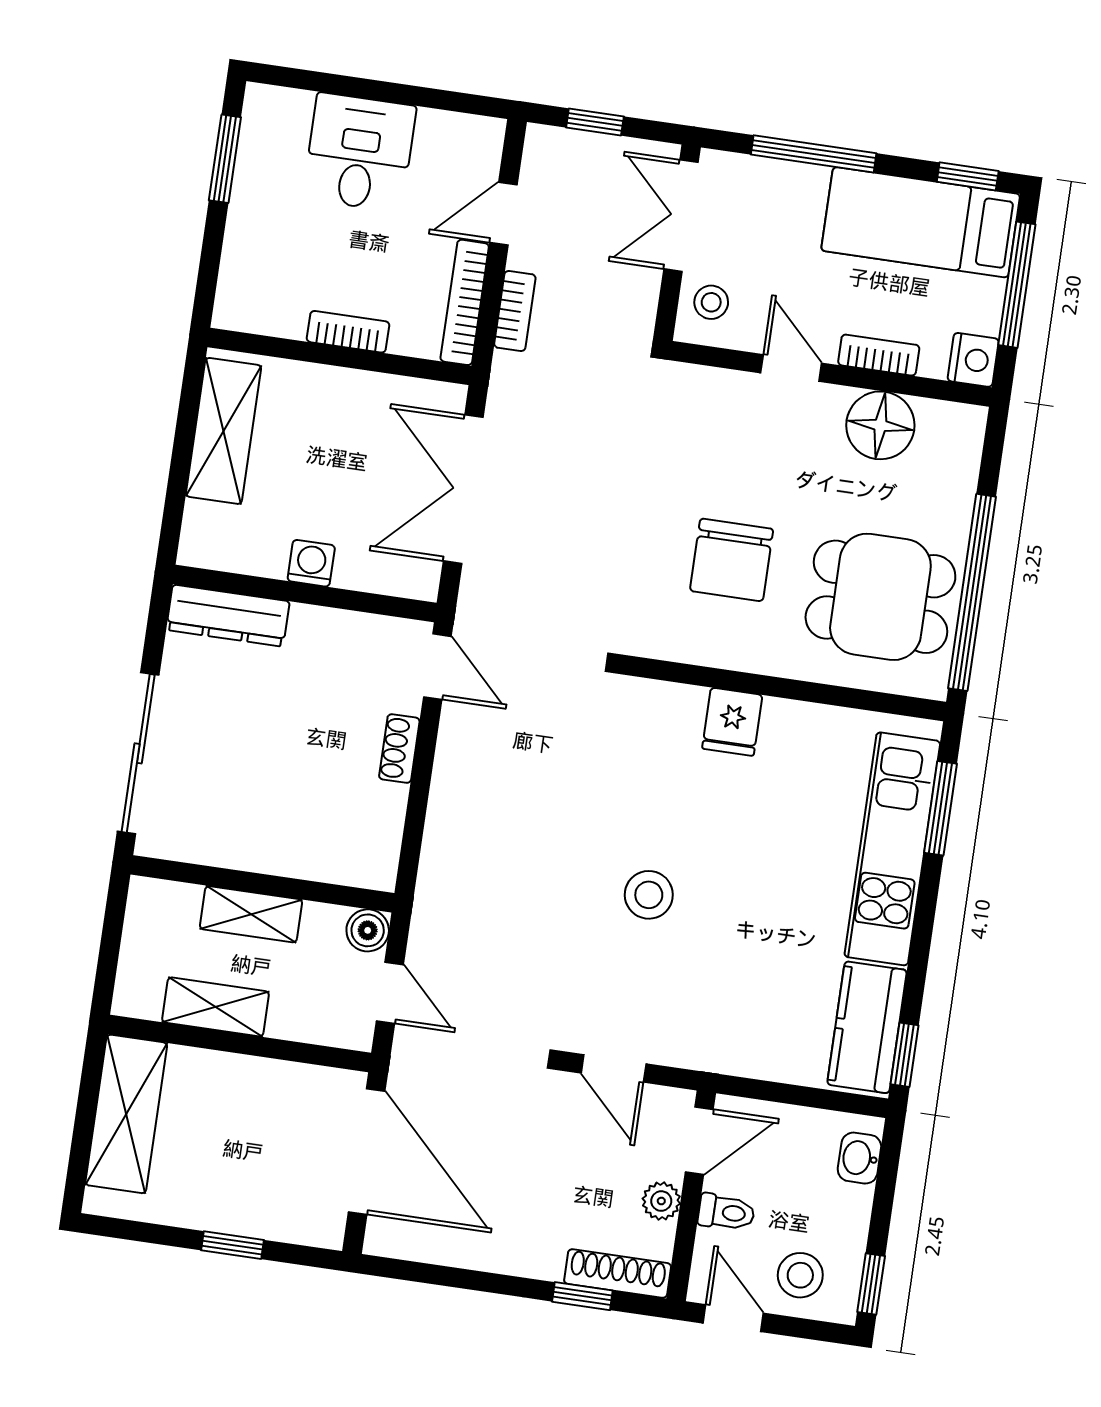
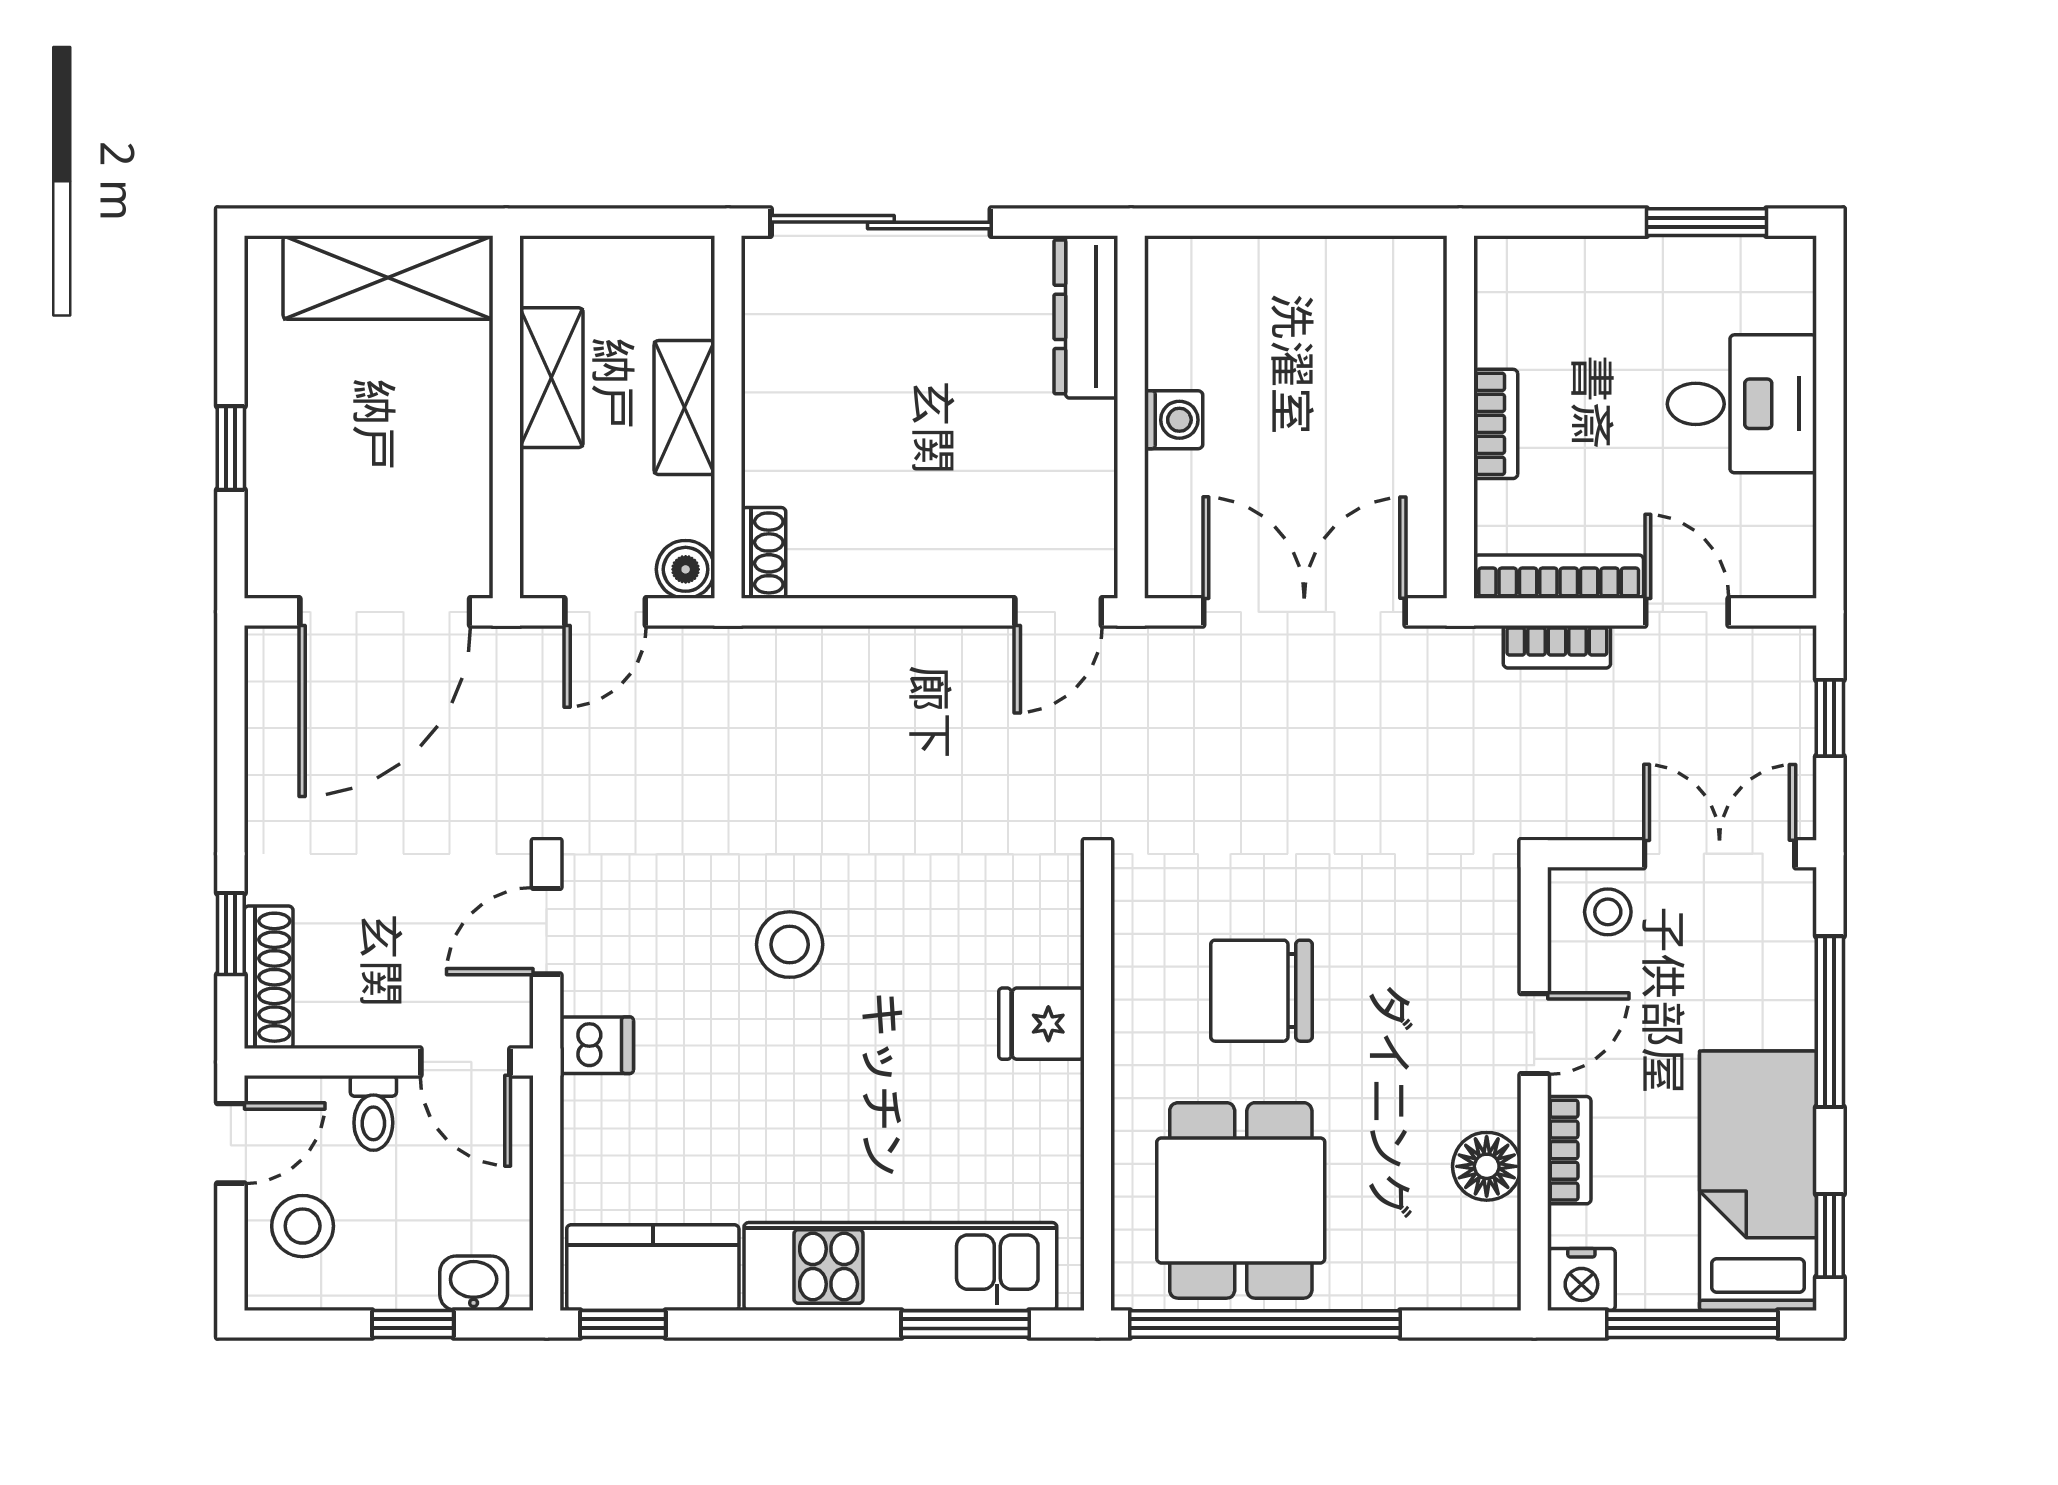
floor lamp: (880, 425) -> (1487, 1166), width x0.73, depth x0.73
shelving: (224, 431) -> (1336, 274), removed
shoe rack: (399, 749) -> (764, 553), moved, turned 90
dishwasher: (701, 1044) -> (597, 1045), added
plant: (661, 1201) -> (376, 1022), removed
window: (871, 1284) -> (413, 1324), moved

